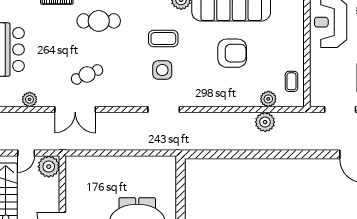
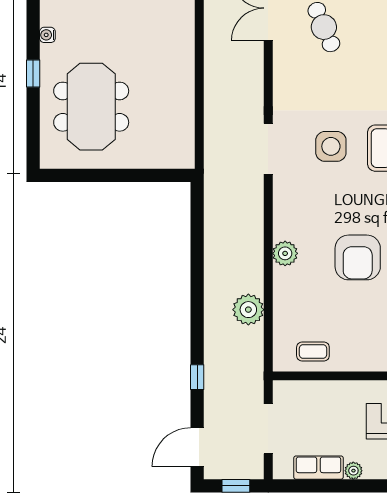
plant: (268, 99) -> (285, 253), moved
window: (308, 154) -> (197, 377), added

